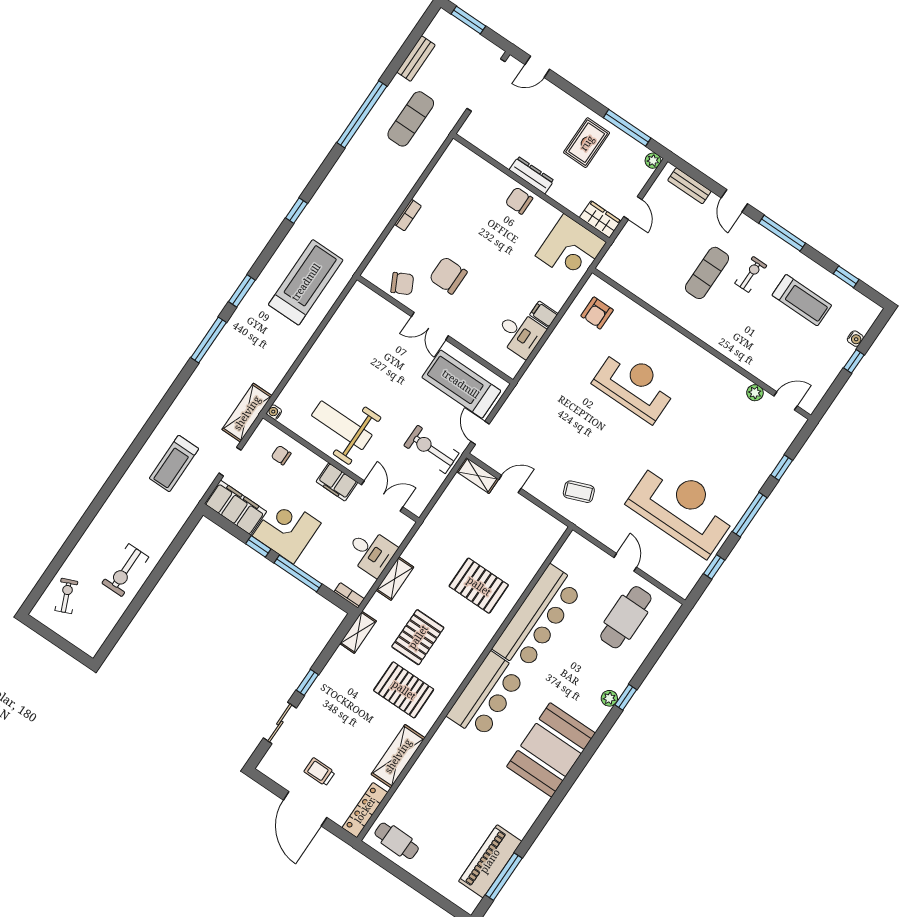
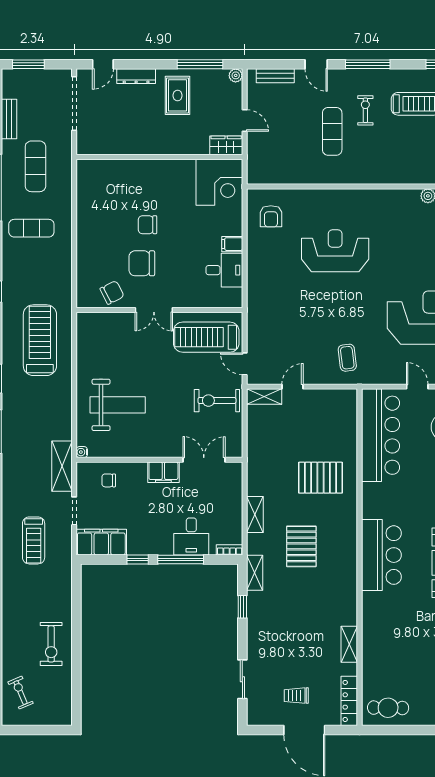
exercise mat: (368, 174) -> (31, 228), added
dresser: (532, 175) -> (136, 76), moved, turned 180
chair: (519, 201) -> (147, 225), moved
bookcase: (408, 215) -> (82, 239), removed
weight bench: (342, 425) -> (118, 405), moved, turned 180
coffee table: (579, 492) -> (347, 358), turned -76
corner desk: (287, 530) -> (150, 533), removed
desk: (371, 552) -> (191, 536), moved, turned 90
bar counter: (538, 618) -> (381, 435), moved
window: (307, 682) -> (242, 607), moved
pallet: (404, 690) -> (317, 593), removed
shelving: (398, 756) -> (349, 644), width x0.67, depth x0.75

